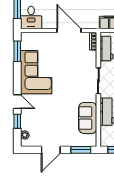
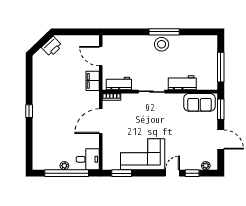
sofa: (88, 118) -> (199, 102), moved

